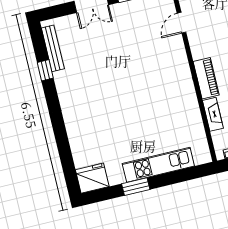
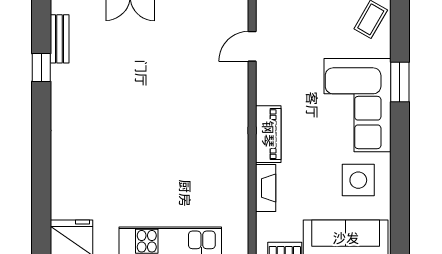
bench: (53, 48) -> (60, 39), width x0.73

